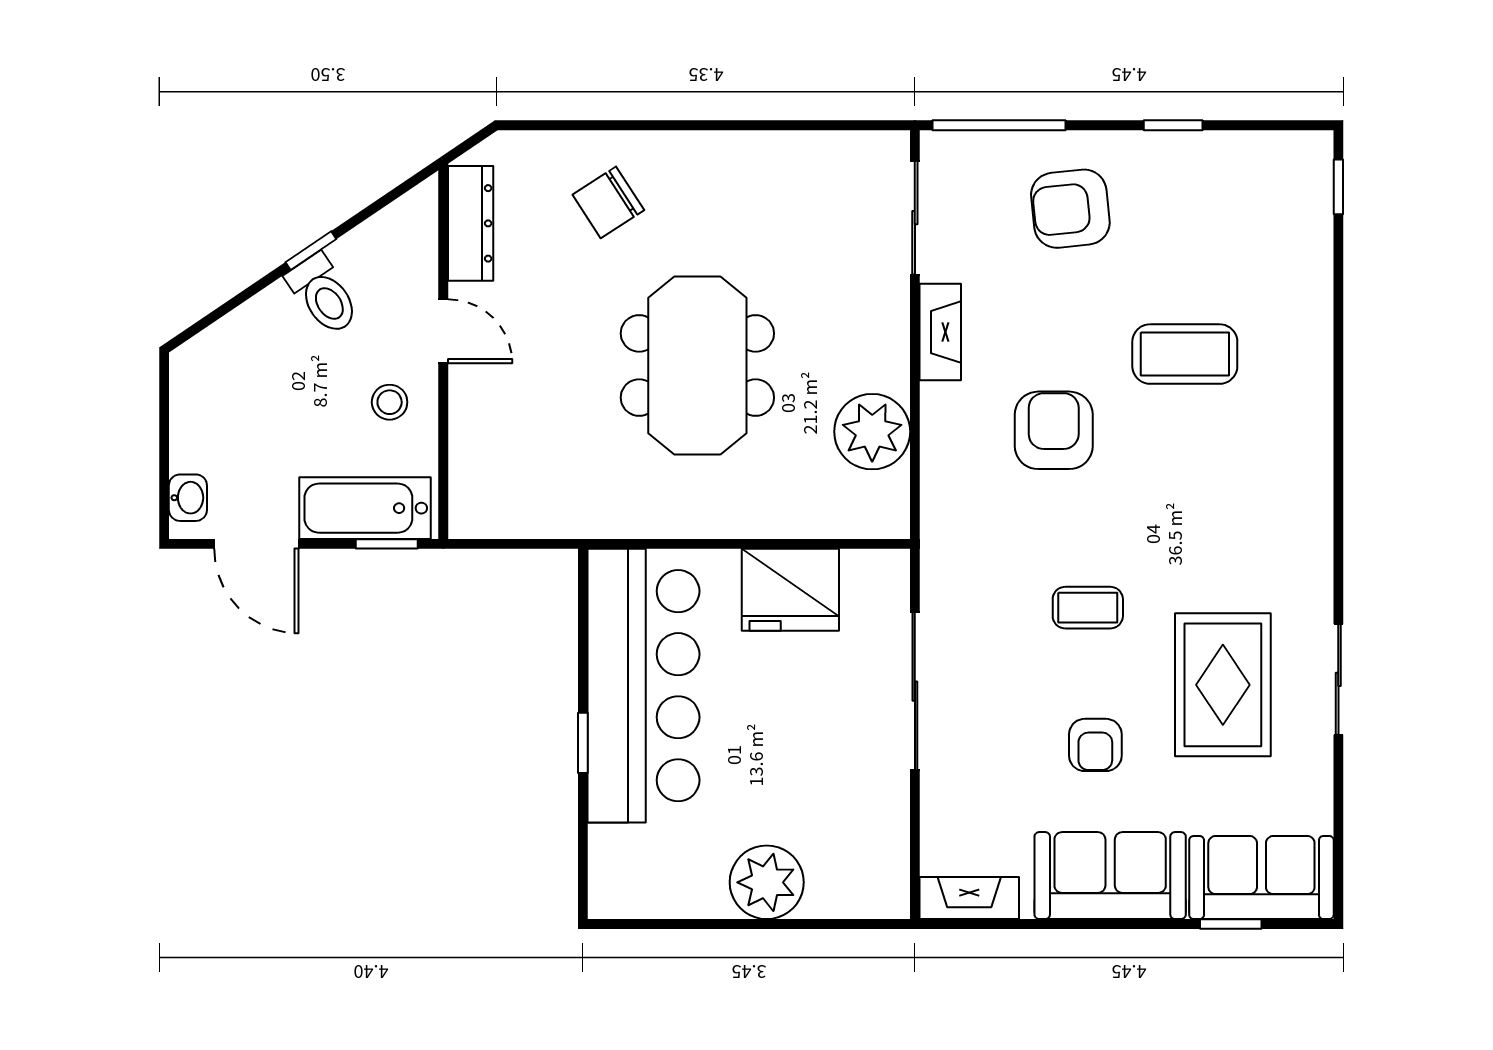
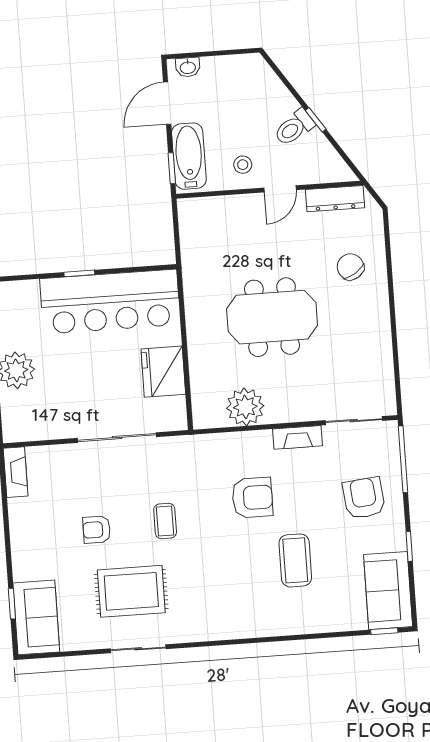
sofa: (1110, 876) -> (388, 591), moved, turned 180

